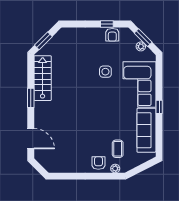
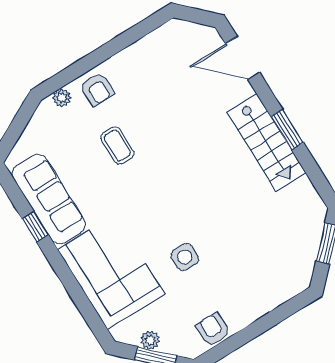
window: (107, 24) -> (234, 342), removed
stairs: (43, 78) -> (267, 143), moved
window: (159, 107) -> (35, 227), moved
coffee table: (118, 149) -> (117, 145), moved

